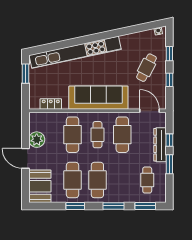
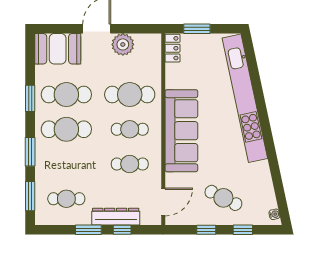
window: (26, 74) -> (197, 29), moved
locker: (51, 104) -> (172, 48), moved
cafe table: (122, 135) -> (130, 164), width x0.73, depth x0.74

